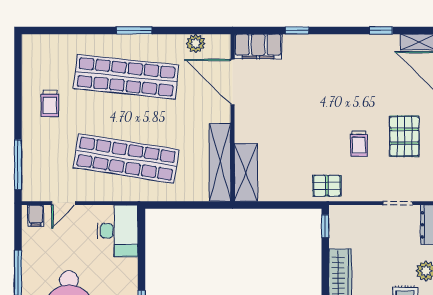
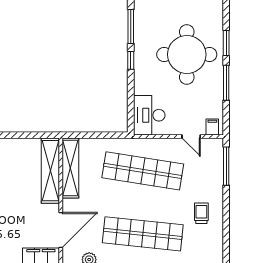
door: (232, 82) -> (61, 230), hinge flipped
shelving: (246, 172) -> (50, 171), width x1.47
door: (63, 203) -> (191, 137), swing flipped

